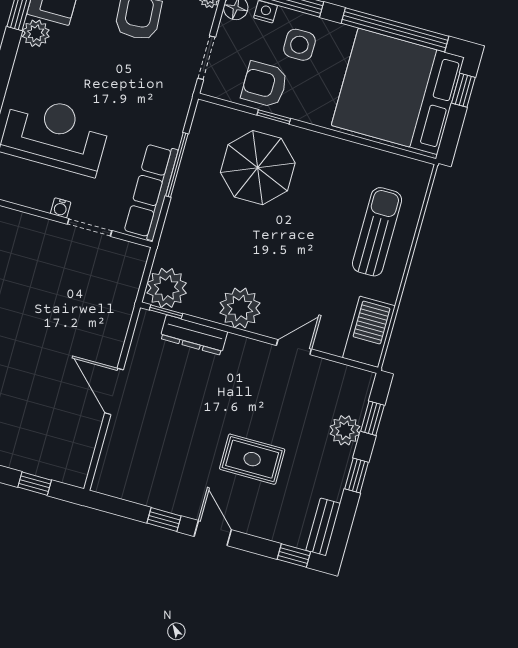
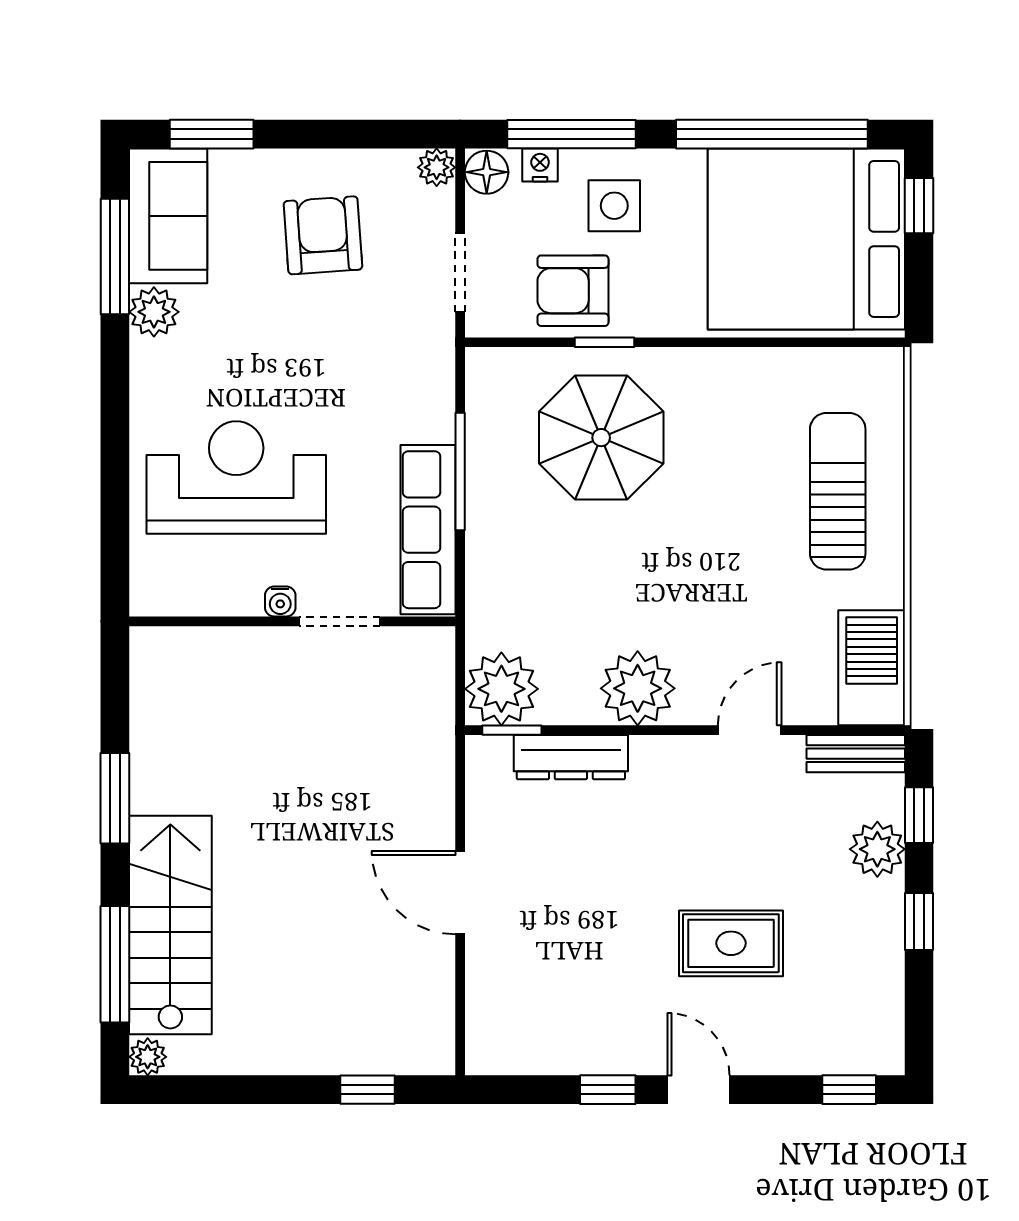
bench: (323, 527) -> (856, 754), moved, turned 90

